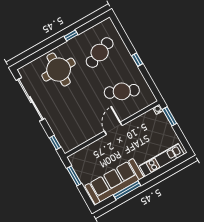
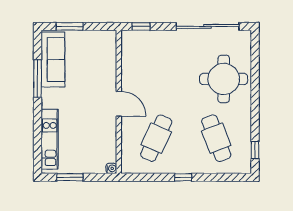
window: (71, 35) -> (255, 150), moved
window: (170, 116) -> (70, 177), moved
window: (74, 176) -> (70, 26), moved
sofa: (114, 182) -> (53, 60), width x0.74, depth x0.79

